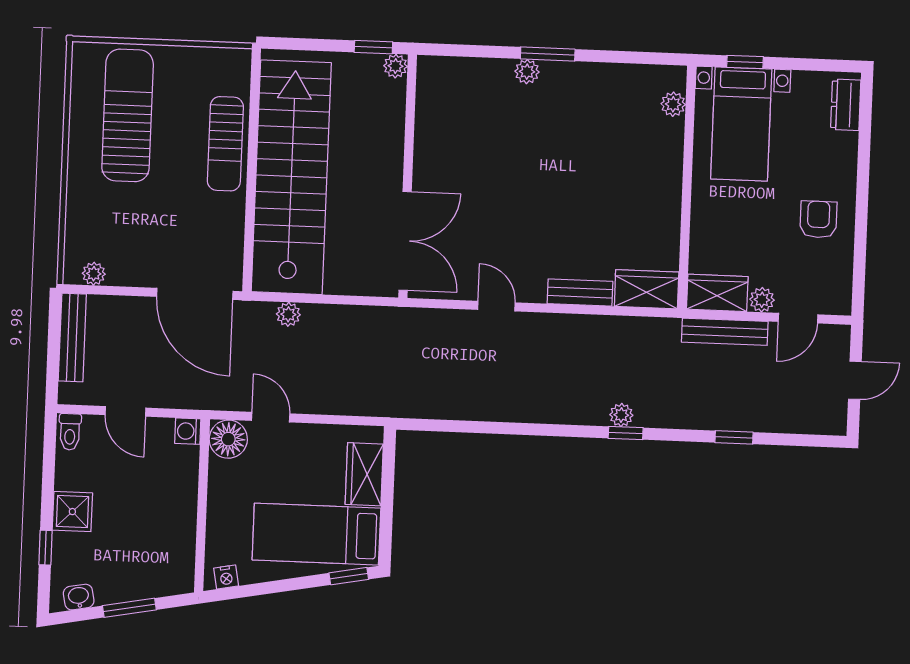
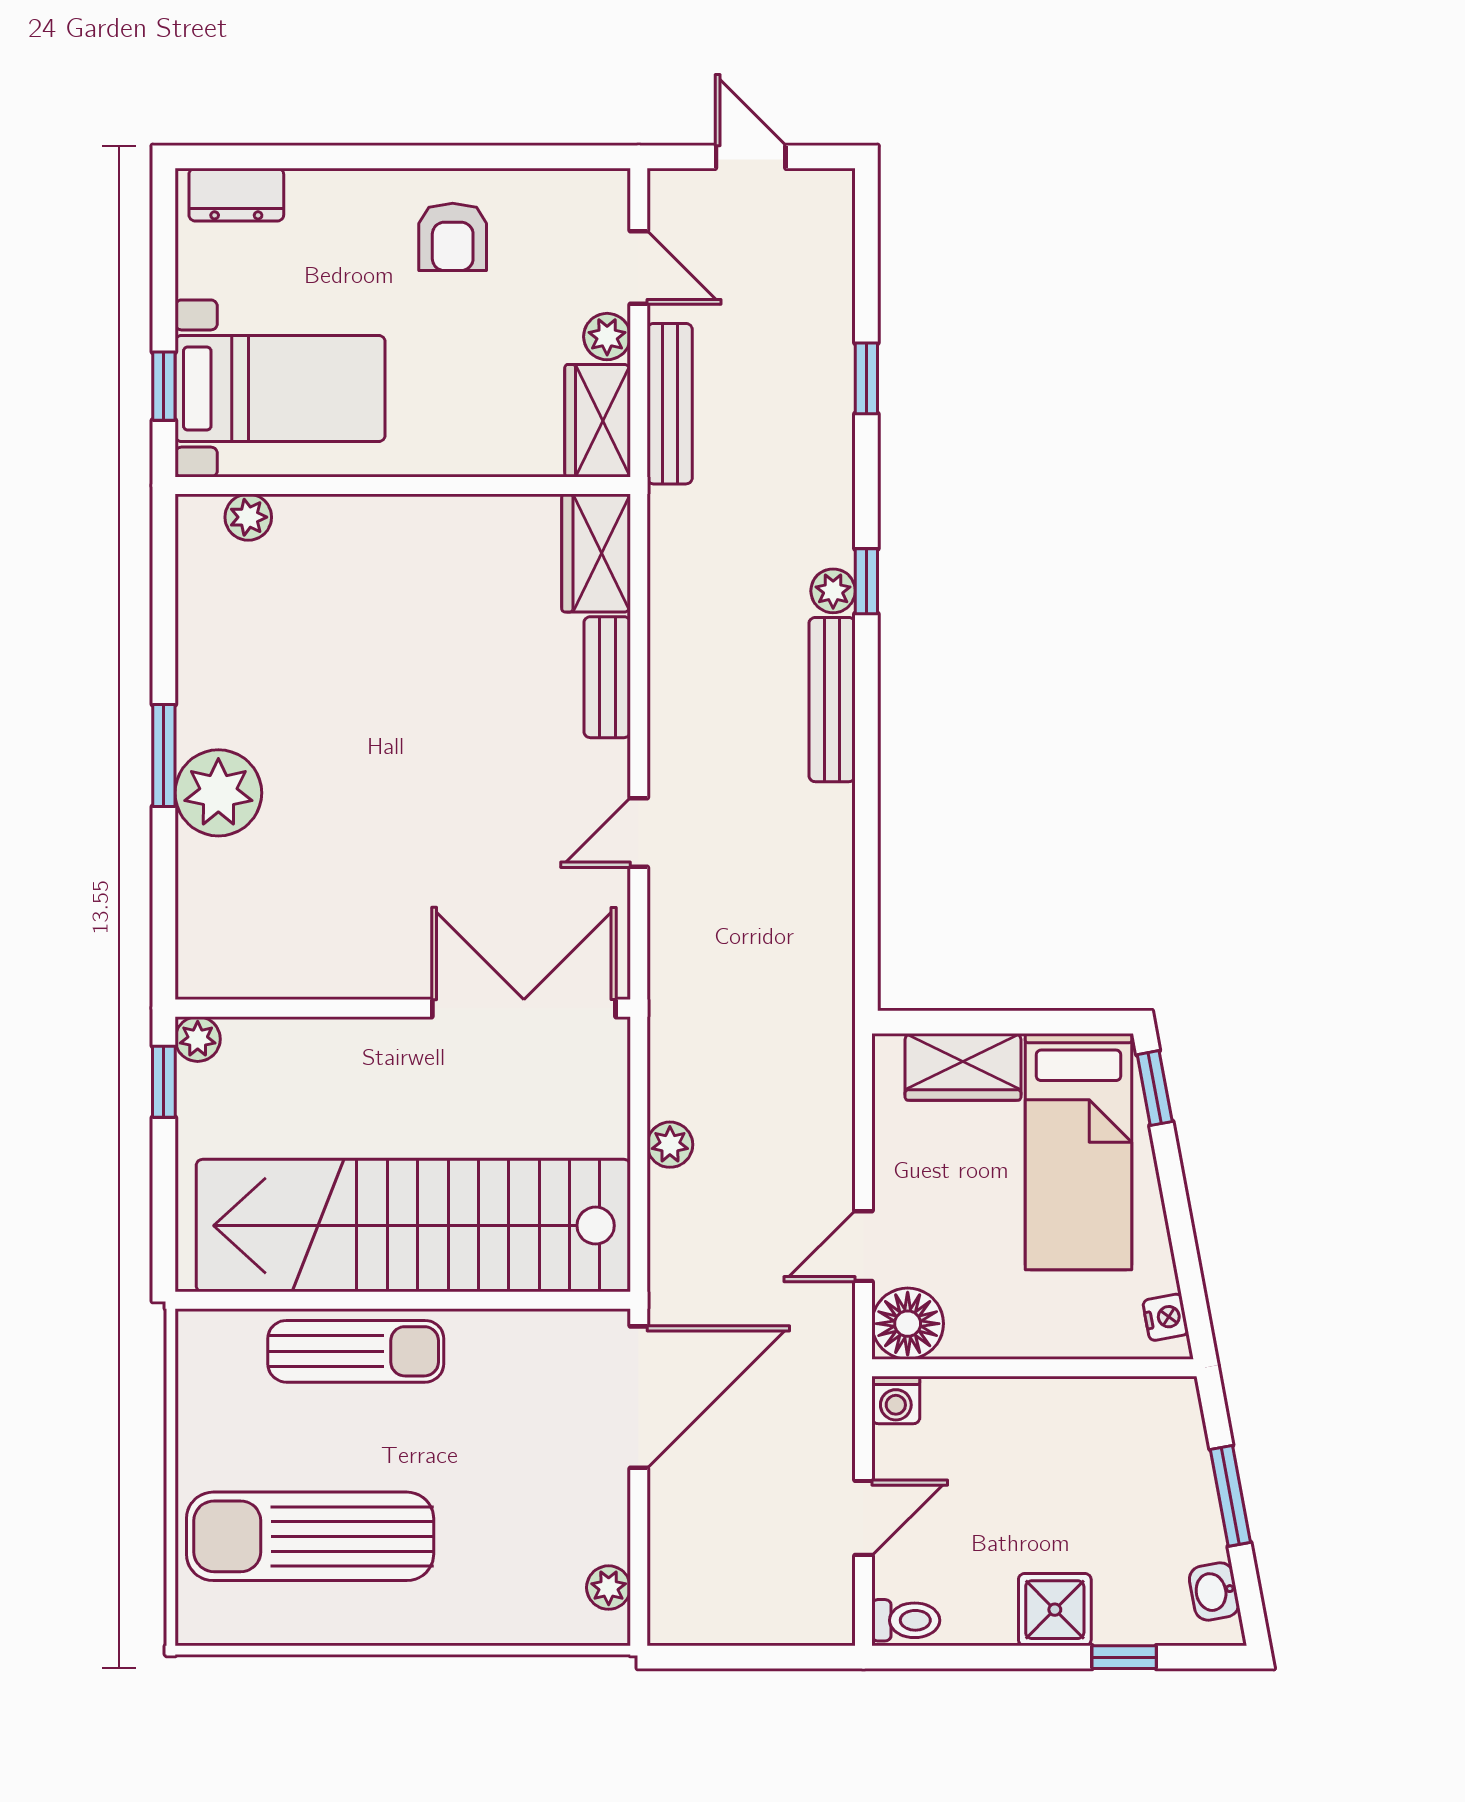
plant: (527, 72) -> (218, 793), width x1.88, depth x1.88
armchair: (818, 219) -> (453, 237), turned -90
plant: (288, 314) -> (670, 1145), moved
bench: (72, 338) -> (832, 700), moved, turned 90

